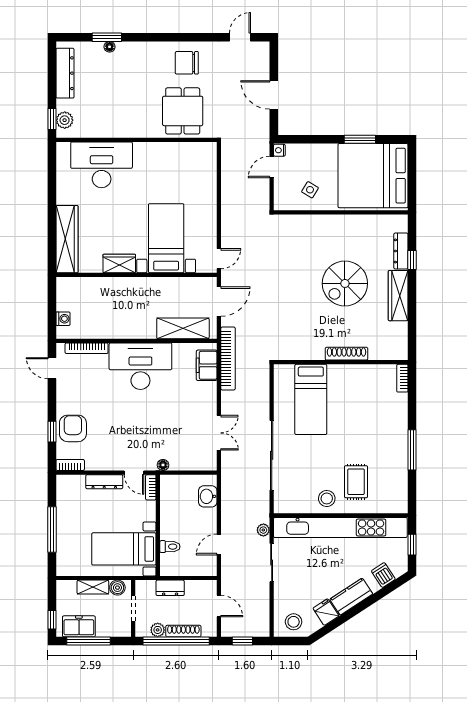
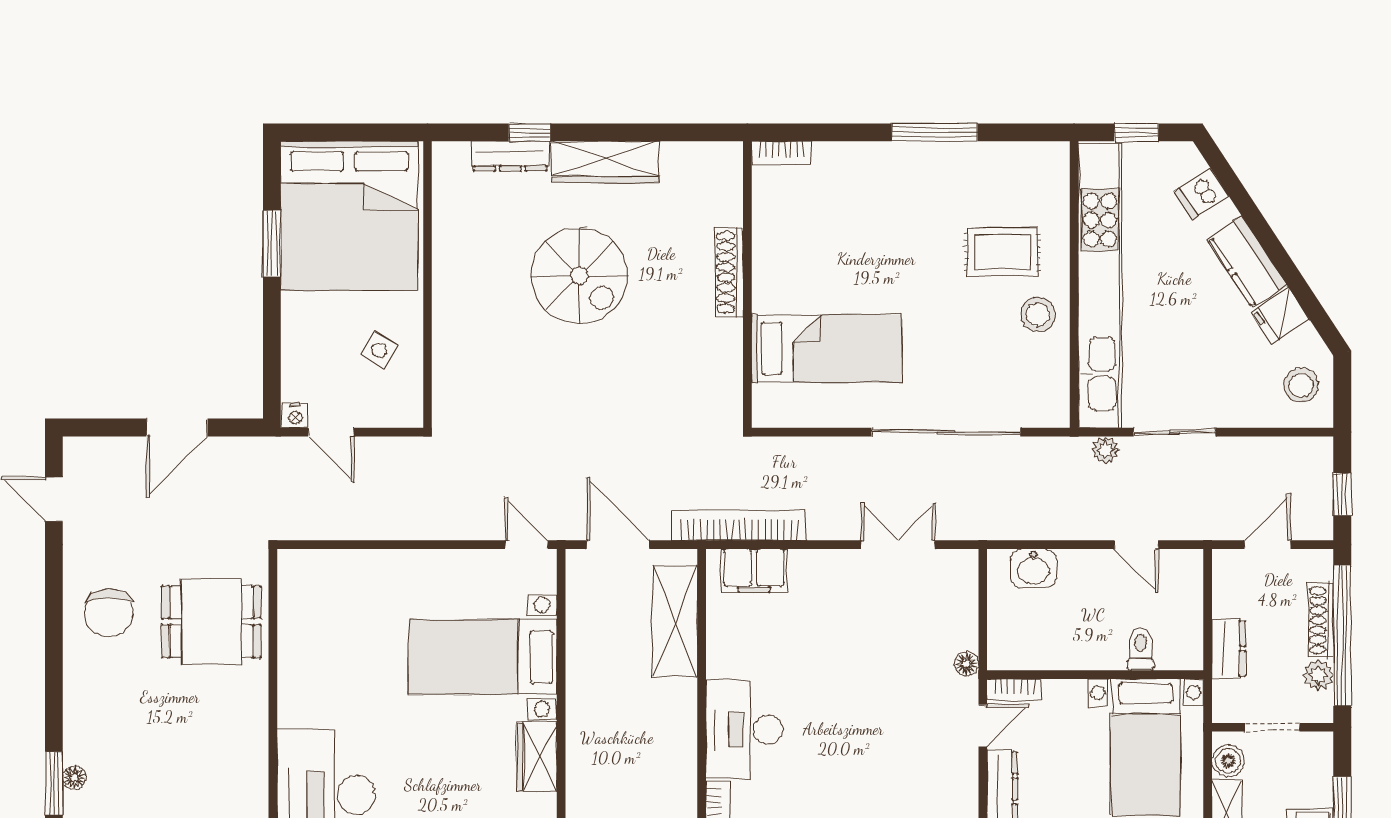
desk: (140, 366) -> (744, 730), width x0.73, depth x0.77

